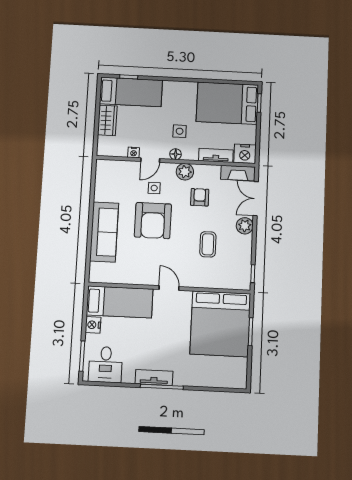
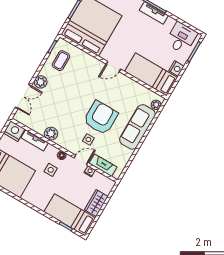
plant: (185, 172) -> (51, 134), moved
fireplace: (238, 173) -> (103, 165), moved
armchair: (200, 197) -> (61, 117), removed
coffee table: (208, 244) -> (61, 61), moved
plant: (95, 269) -> (156, 105), added
door: (169, 288) -> (113, 67), hinge flipped

